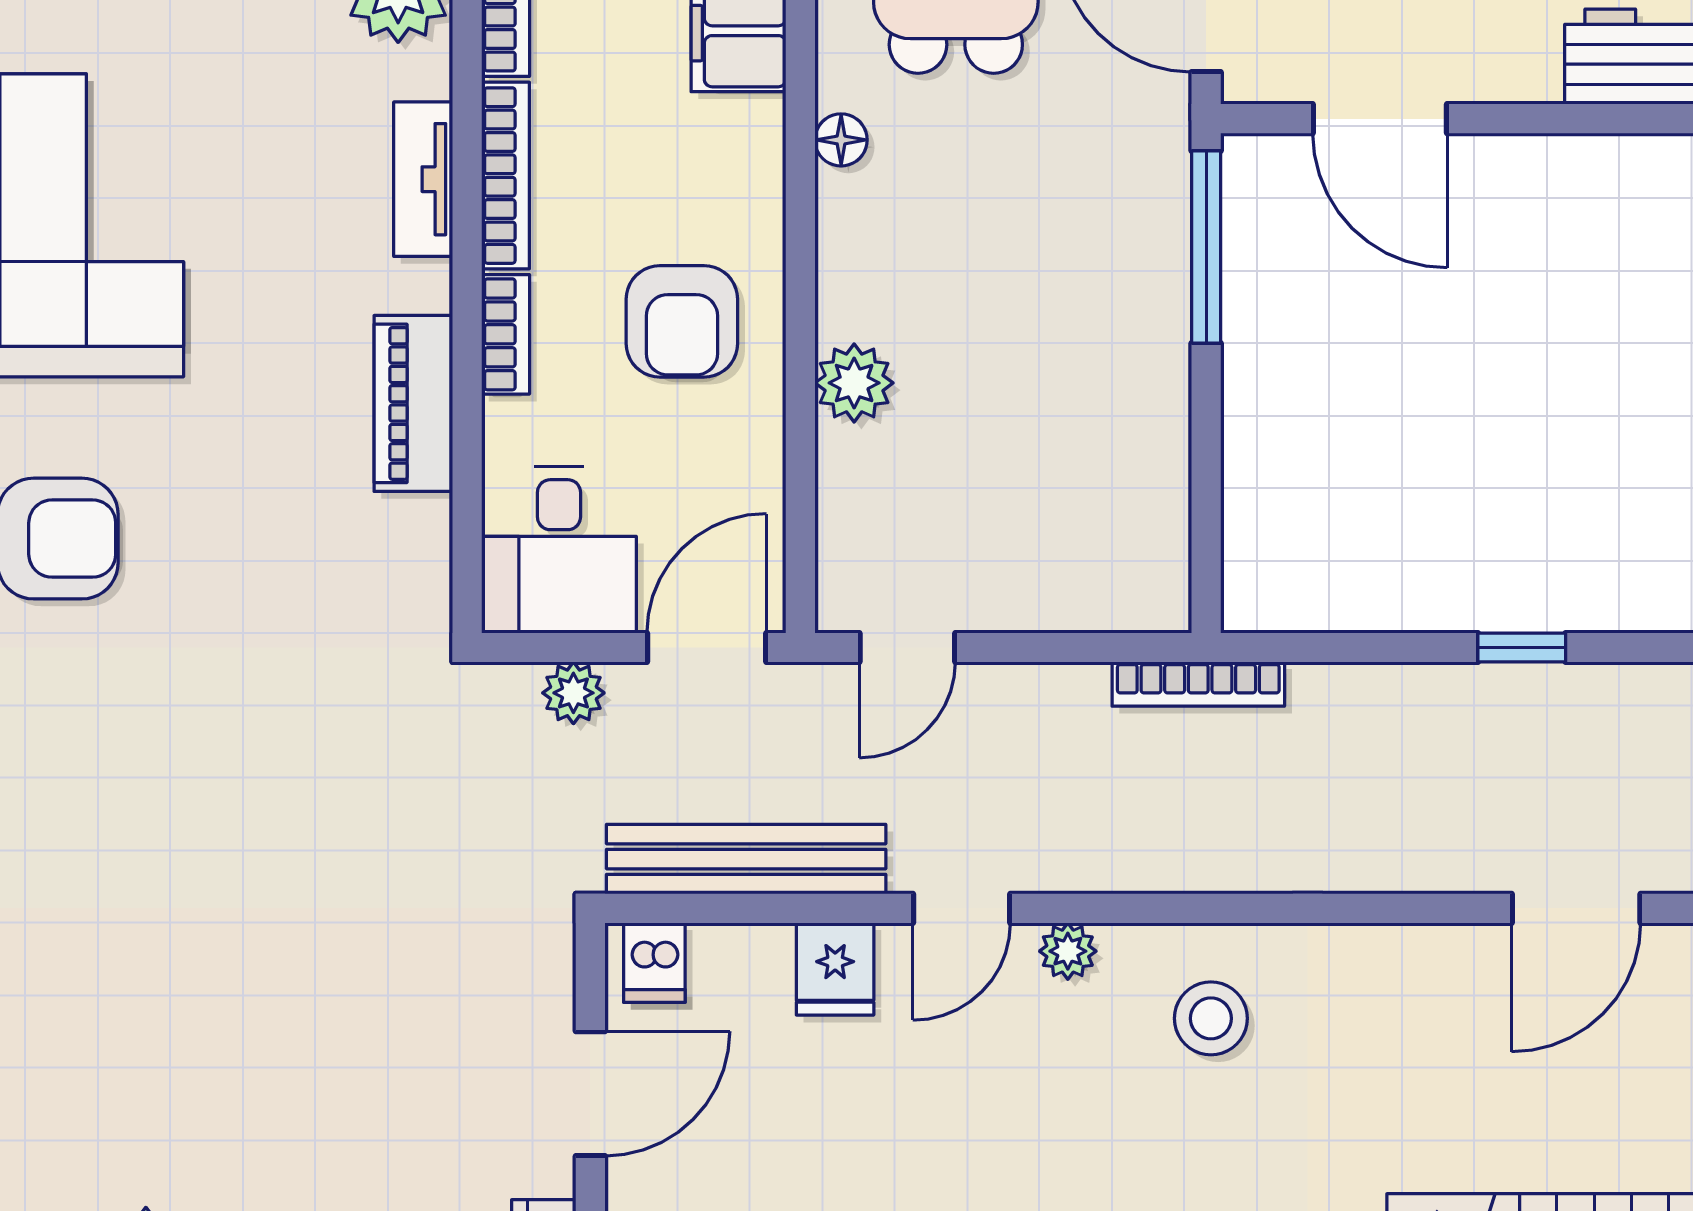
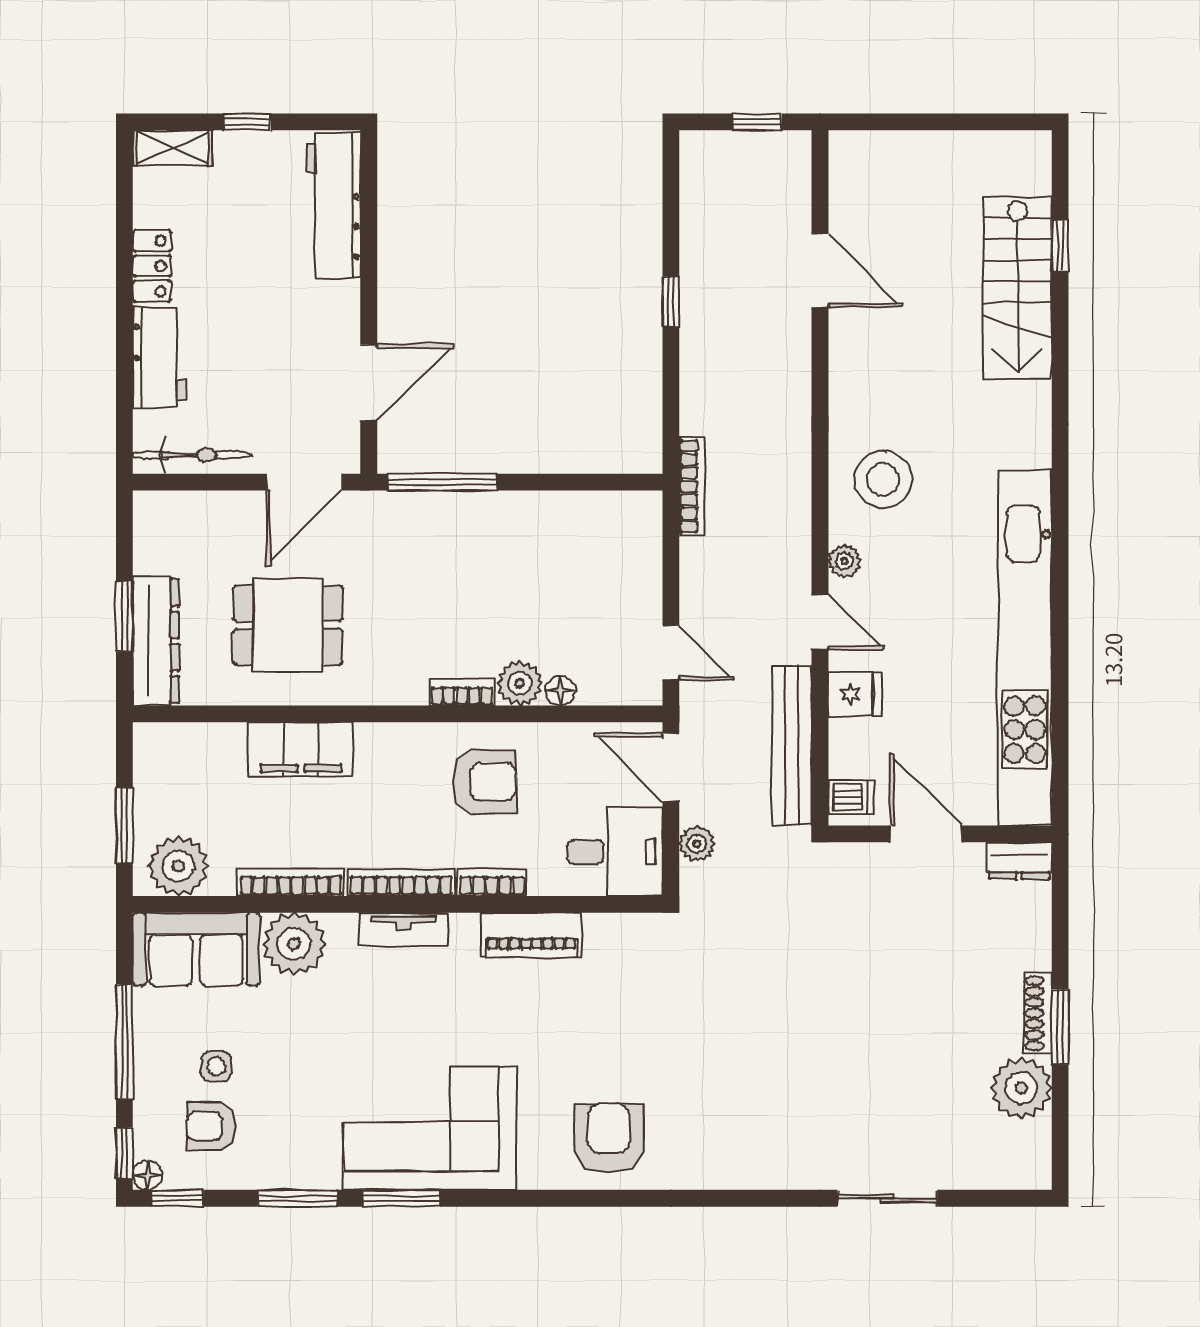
floor lamp: (841, 140) -> (560, 691), moved
bookcase: (838, 282) -> (462, 693), added
stool: (1211, 1018) -> (883, 479), width x1.38, depth x1.38

